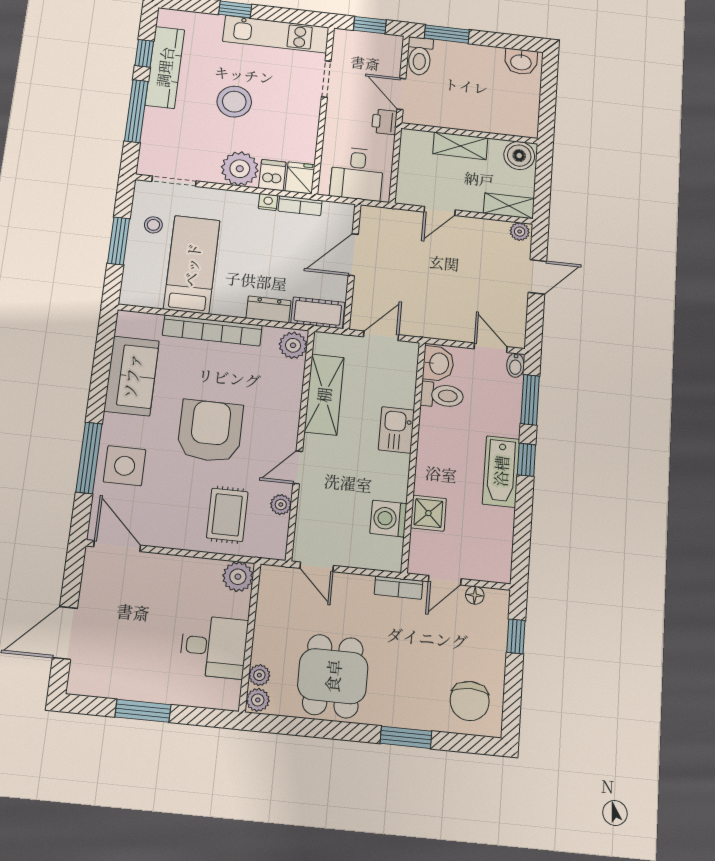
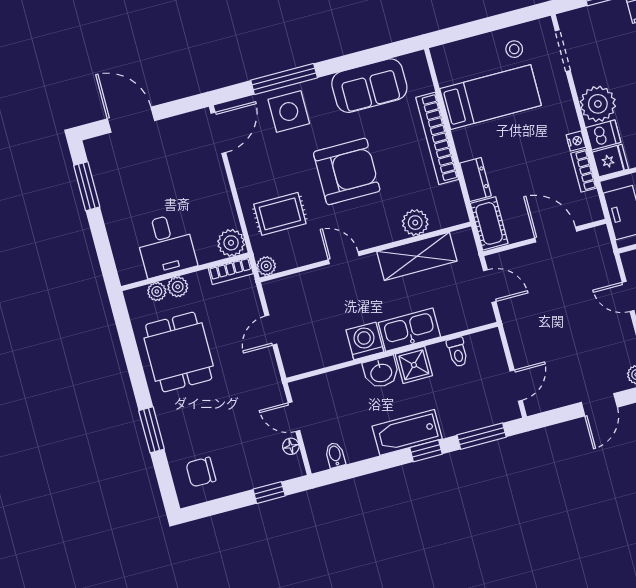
window: (119, 241) -> (487, 25), removed
door: (537, 277) -> (599, 405), hinge flipped
plant: (293, 345) -> (415, 223), moved
washbasin: (438, 364) -> (381, 372), moved
bidet: (515, 365) -> (335, 455), moved, turned 90
toilet: (442, 395) -> (458, 352), width x0.73, depth x0.72
kitchen sink: (396, 430) -> (409, 330), width x1.38
plant: (281, 505) -> (266, 266), moved
shower: (428, 513) -> (414, 365), moved
washing machine: (388, 519) -> (365, 341), moved
door: (317, 567) -> (271, 330), moved
bookcase: (399, 588) -> (231, 271), moved, turned -90
dining table: (333, 676) -> (179, 352), turned 90
plant: (258, 700) -> (178, 287), moved
chair: (470, 701) -> (201, 472), width x0.73, depth x0.73
window: (143, 711) -> (87, 186), moved

